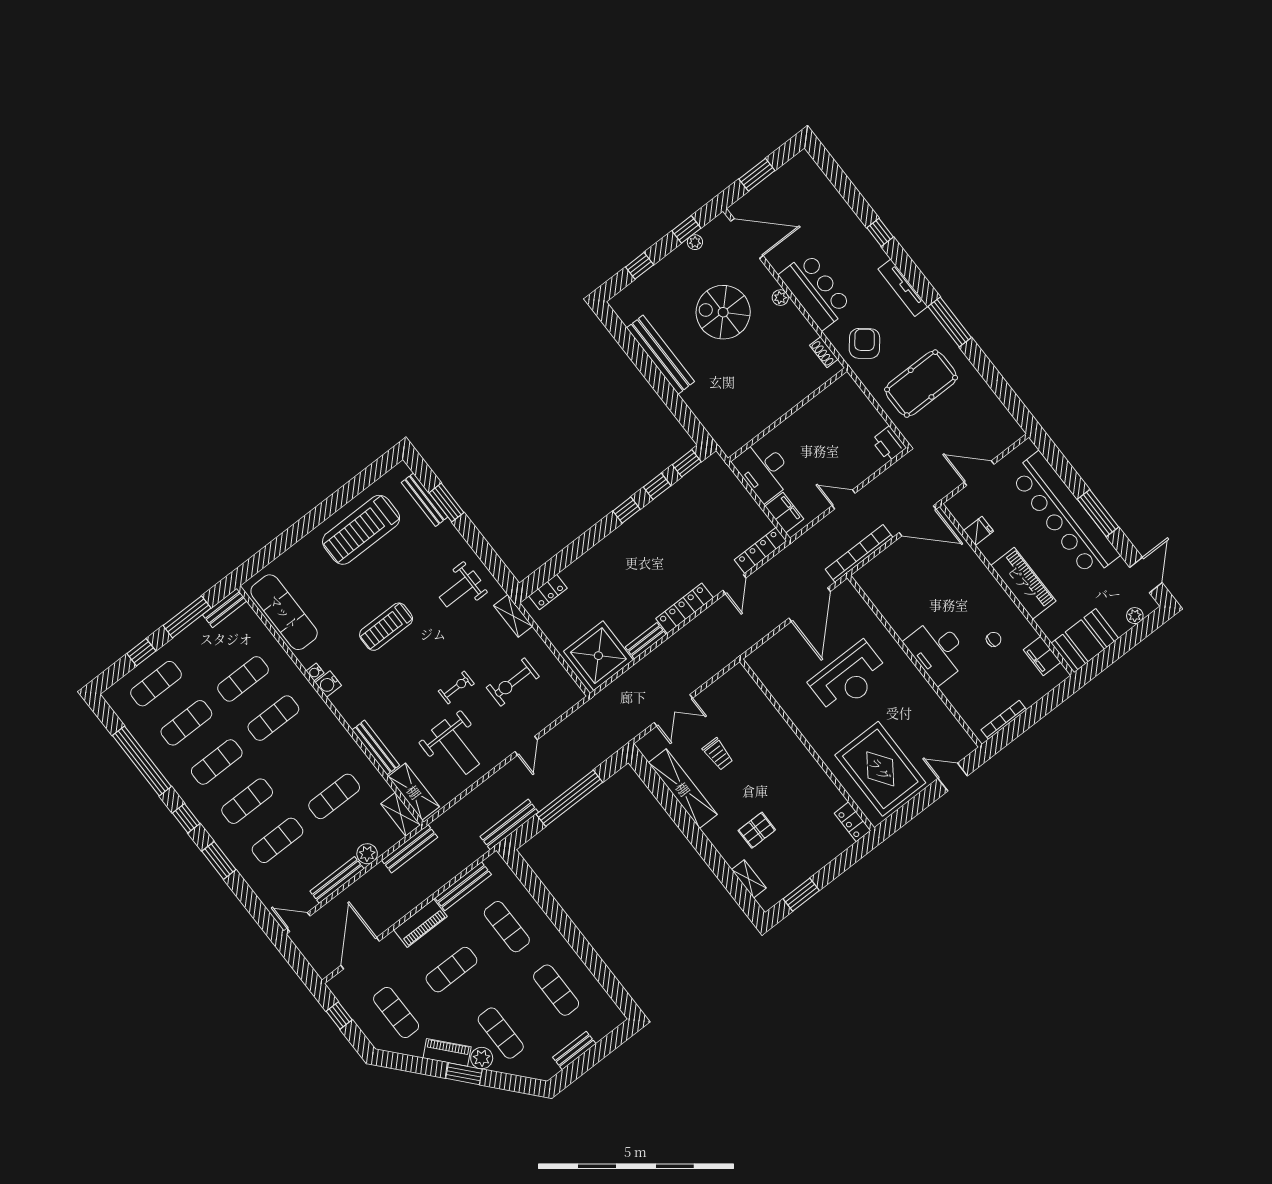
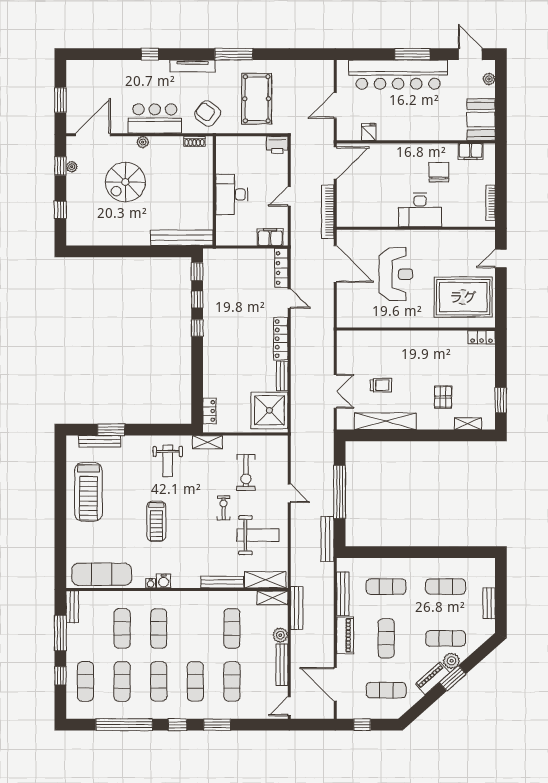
bench: (661, 355) -> (182, 238), moved
desk: (764, 470) -> (232, 194), moved, turned 90
piano: (1023, 583) -> (420, 129), removed
chair: (994, 639) -> (439, 172), width x1.87, depth x1.87

